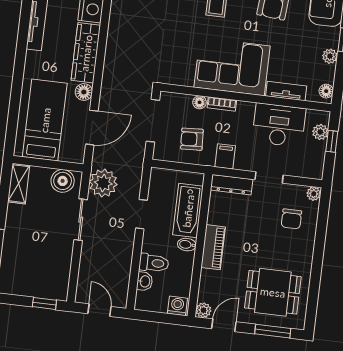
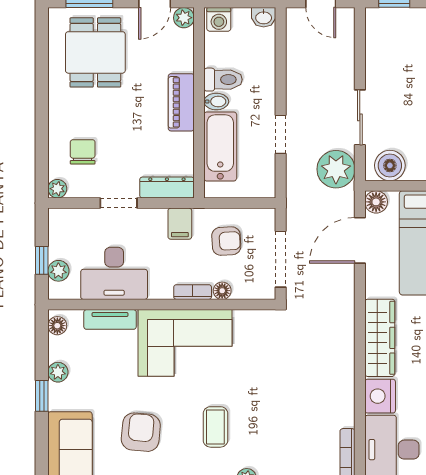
floor lamp: (84, 92) -> (376, 202), moved
toilet: (154, 263) -> (223, 80), moved, turned 180
washbasin: (145, 281) -> (264, 17), moved, turned -90
dining table: (273, 292) -> (95, 52), turned 90

